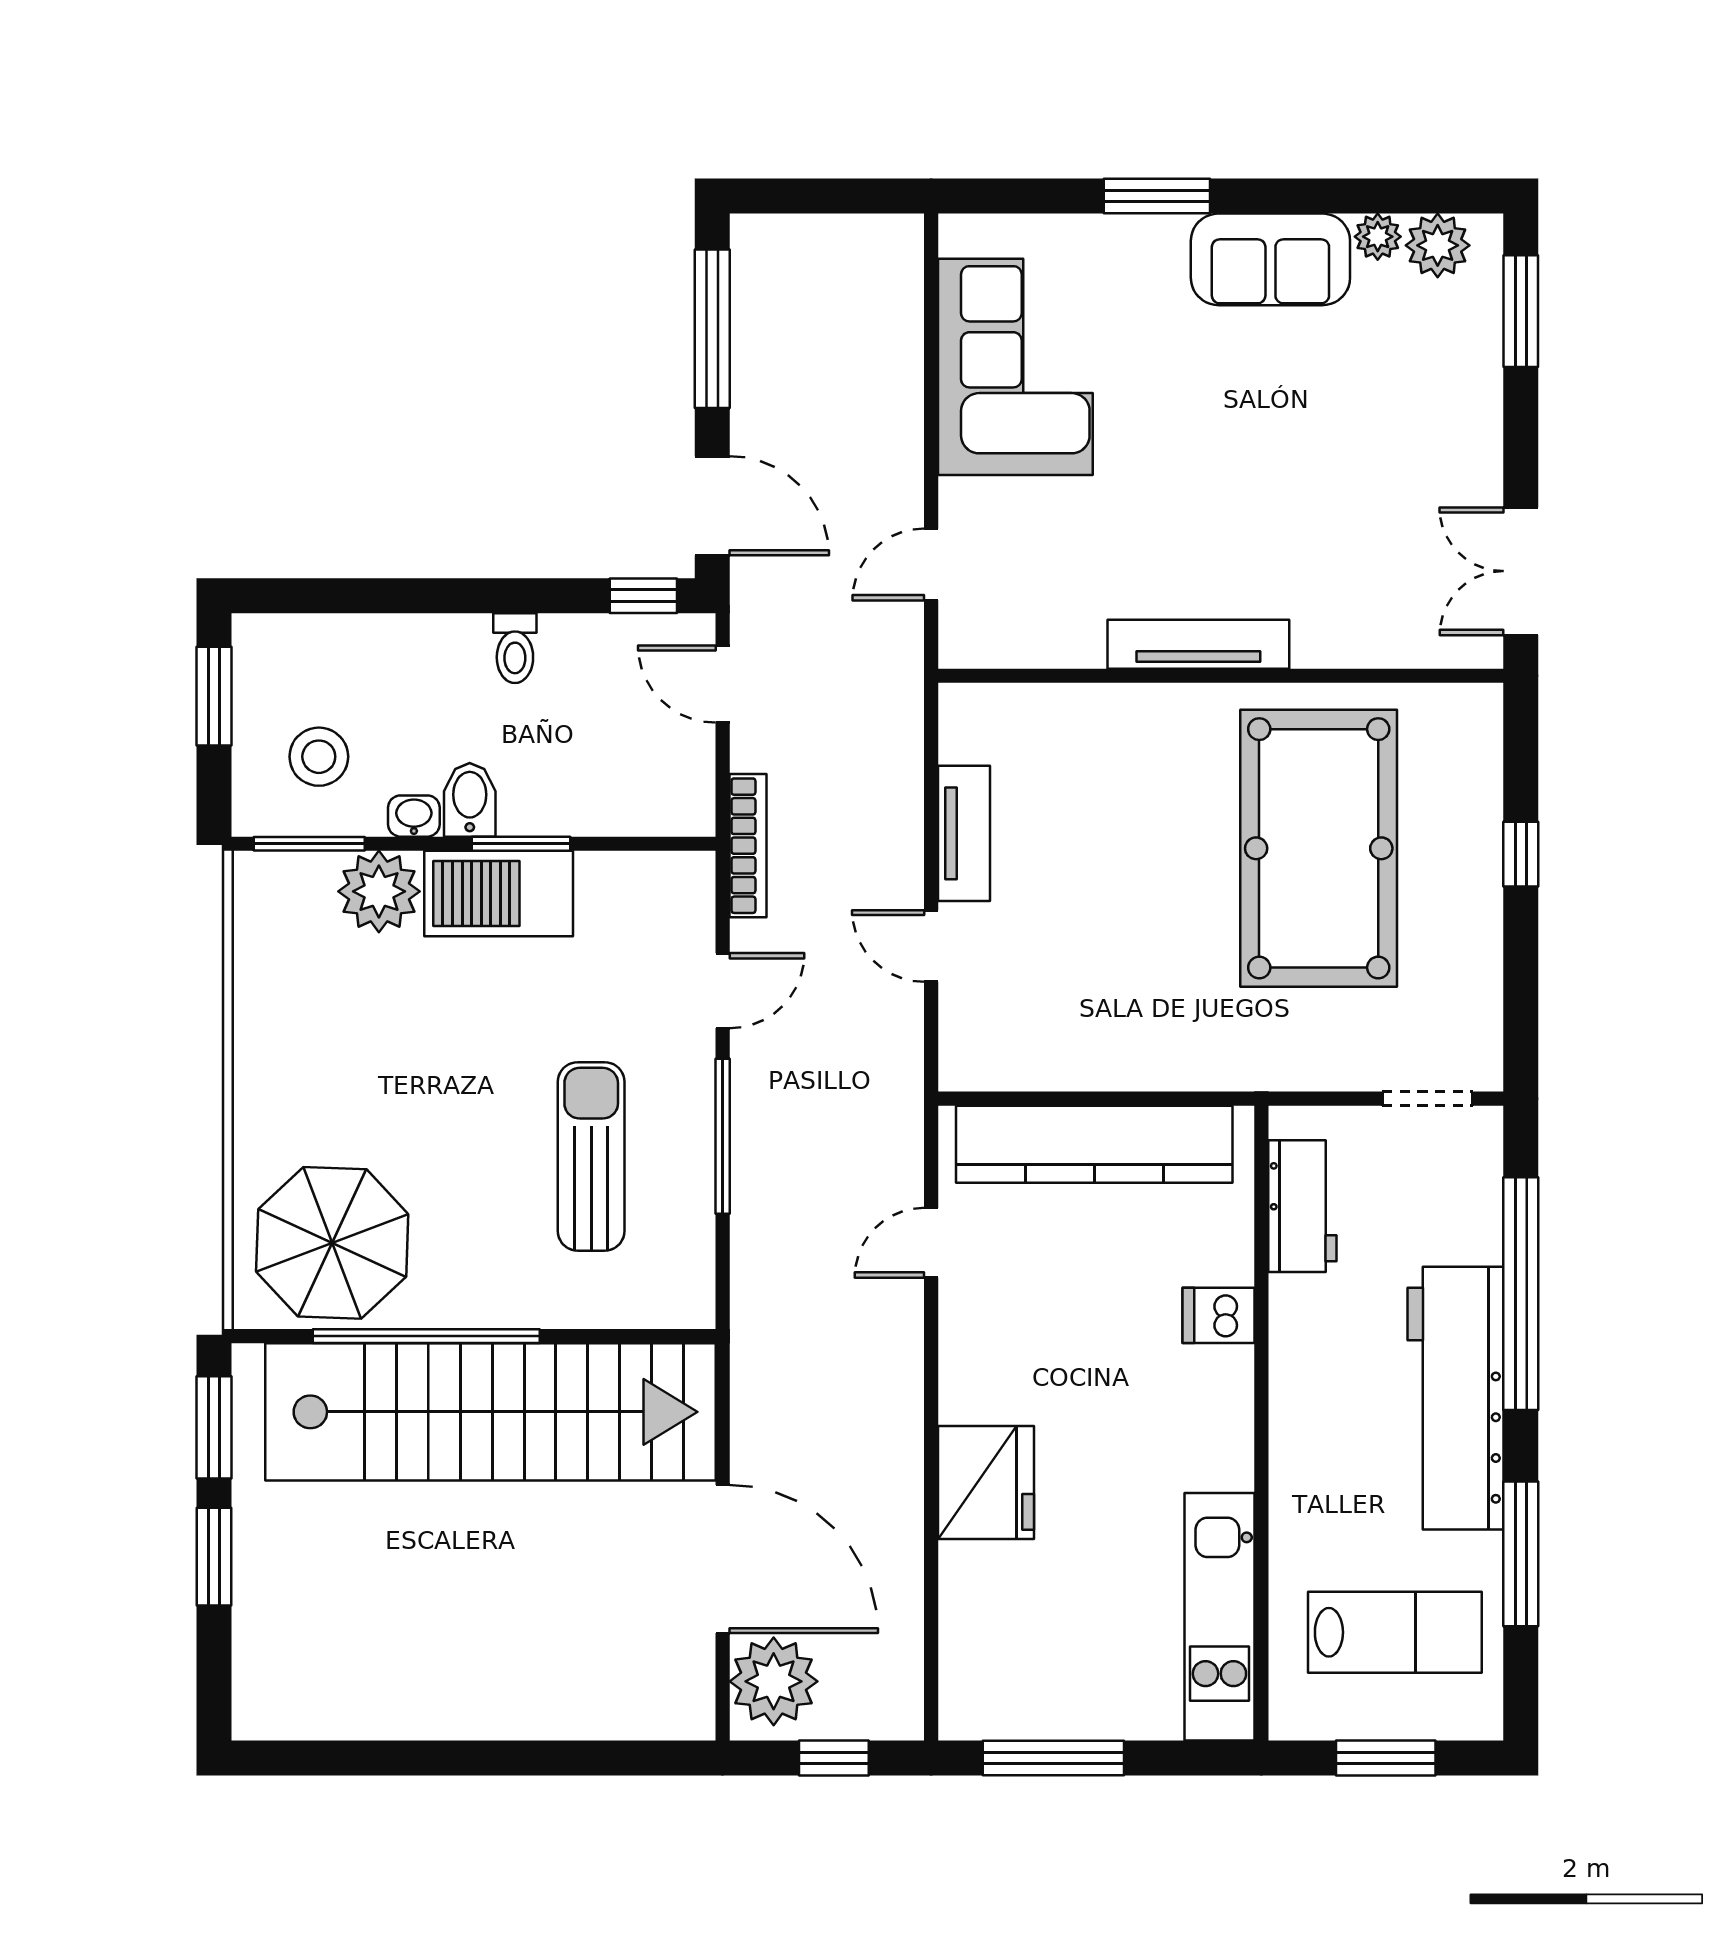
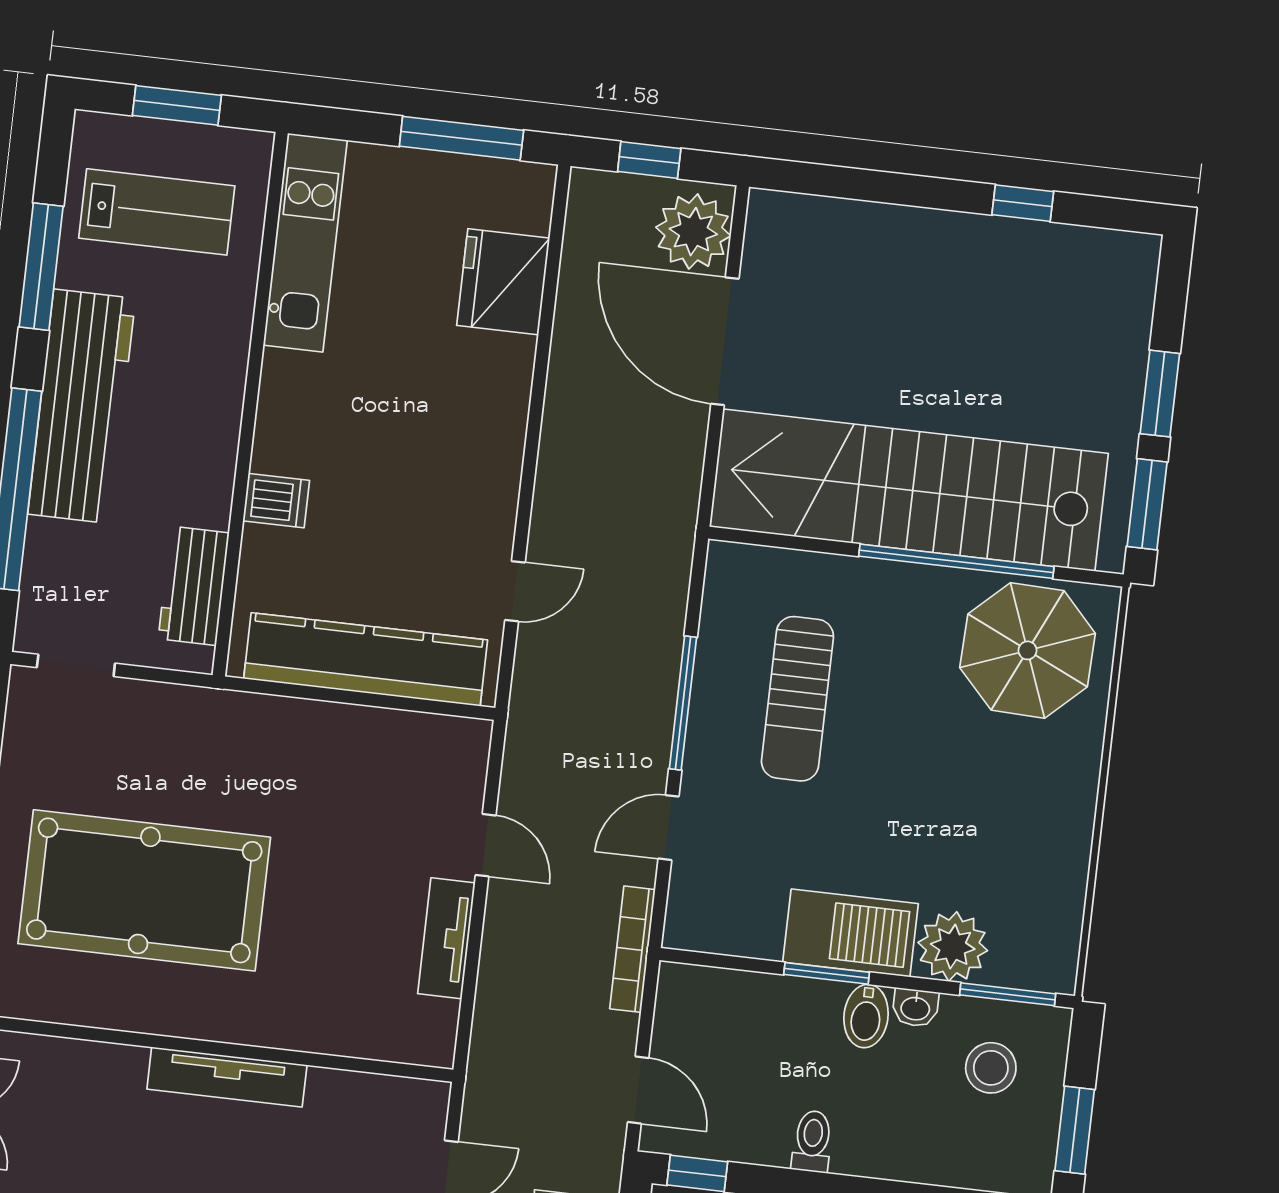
pool table: (1319, 848) -> (144, 890), turned 90
fridge: (986, 1482) -> (503, 282), moved
lab bench: (1395, 1632) -> (157, 212), turned 180
window: (397, 1758) -> (1023, 203), added

